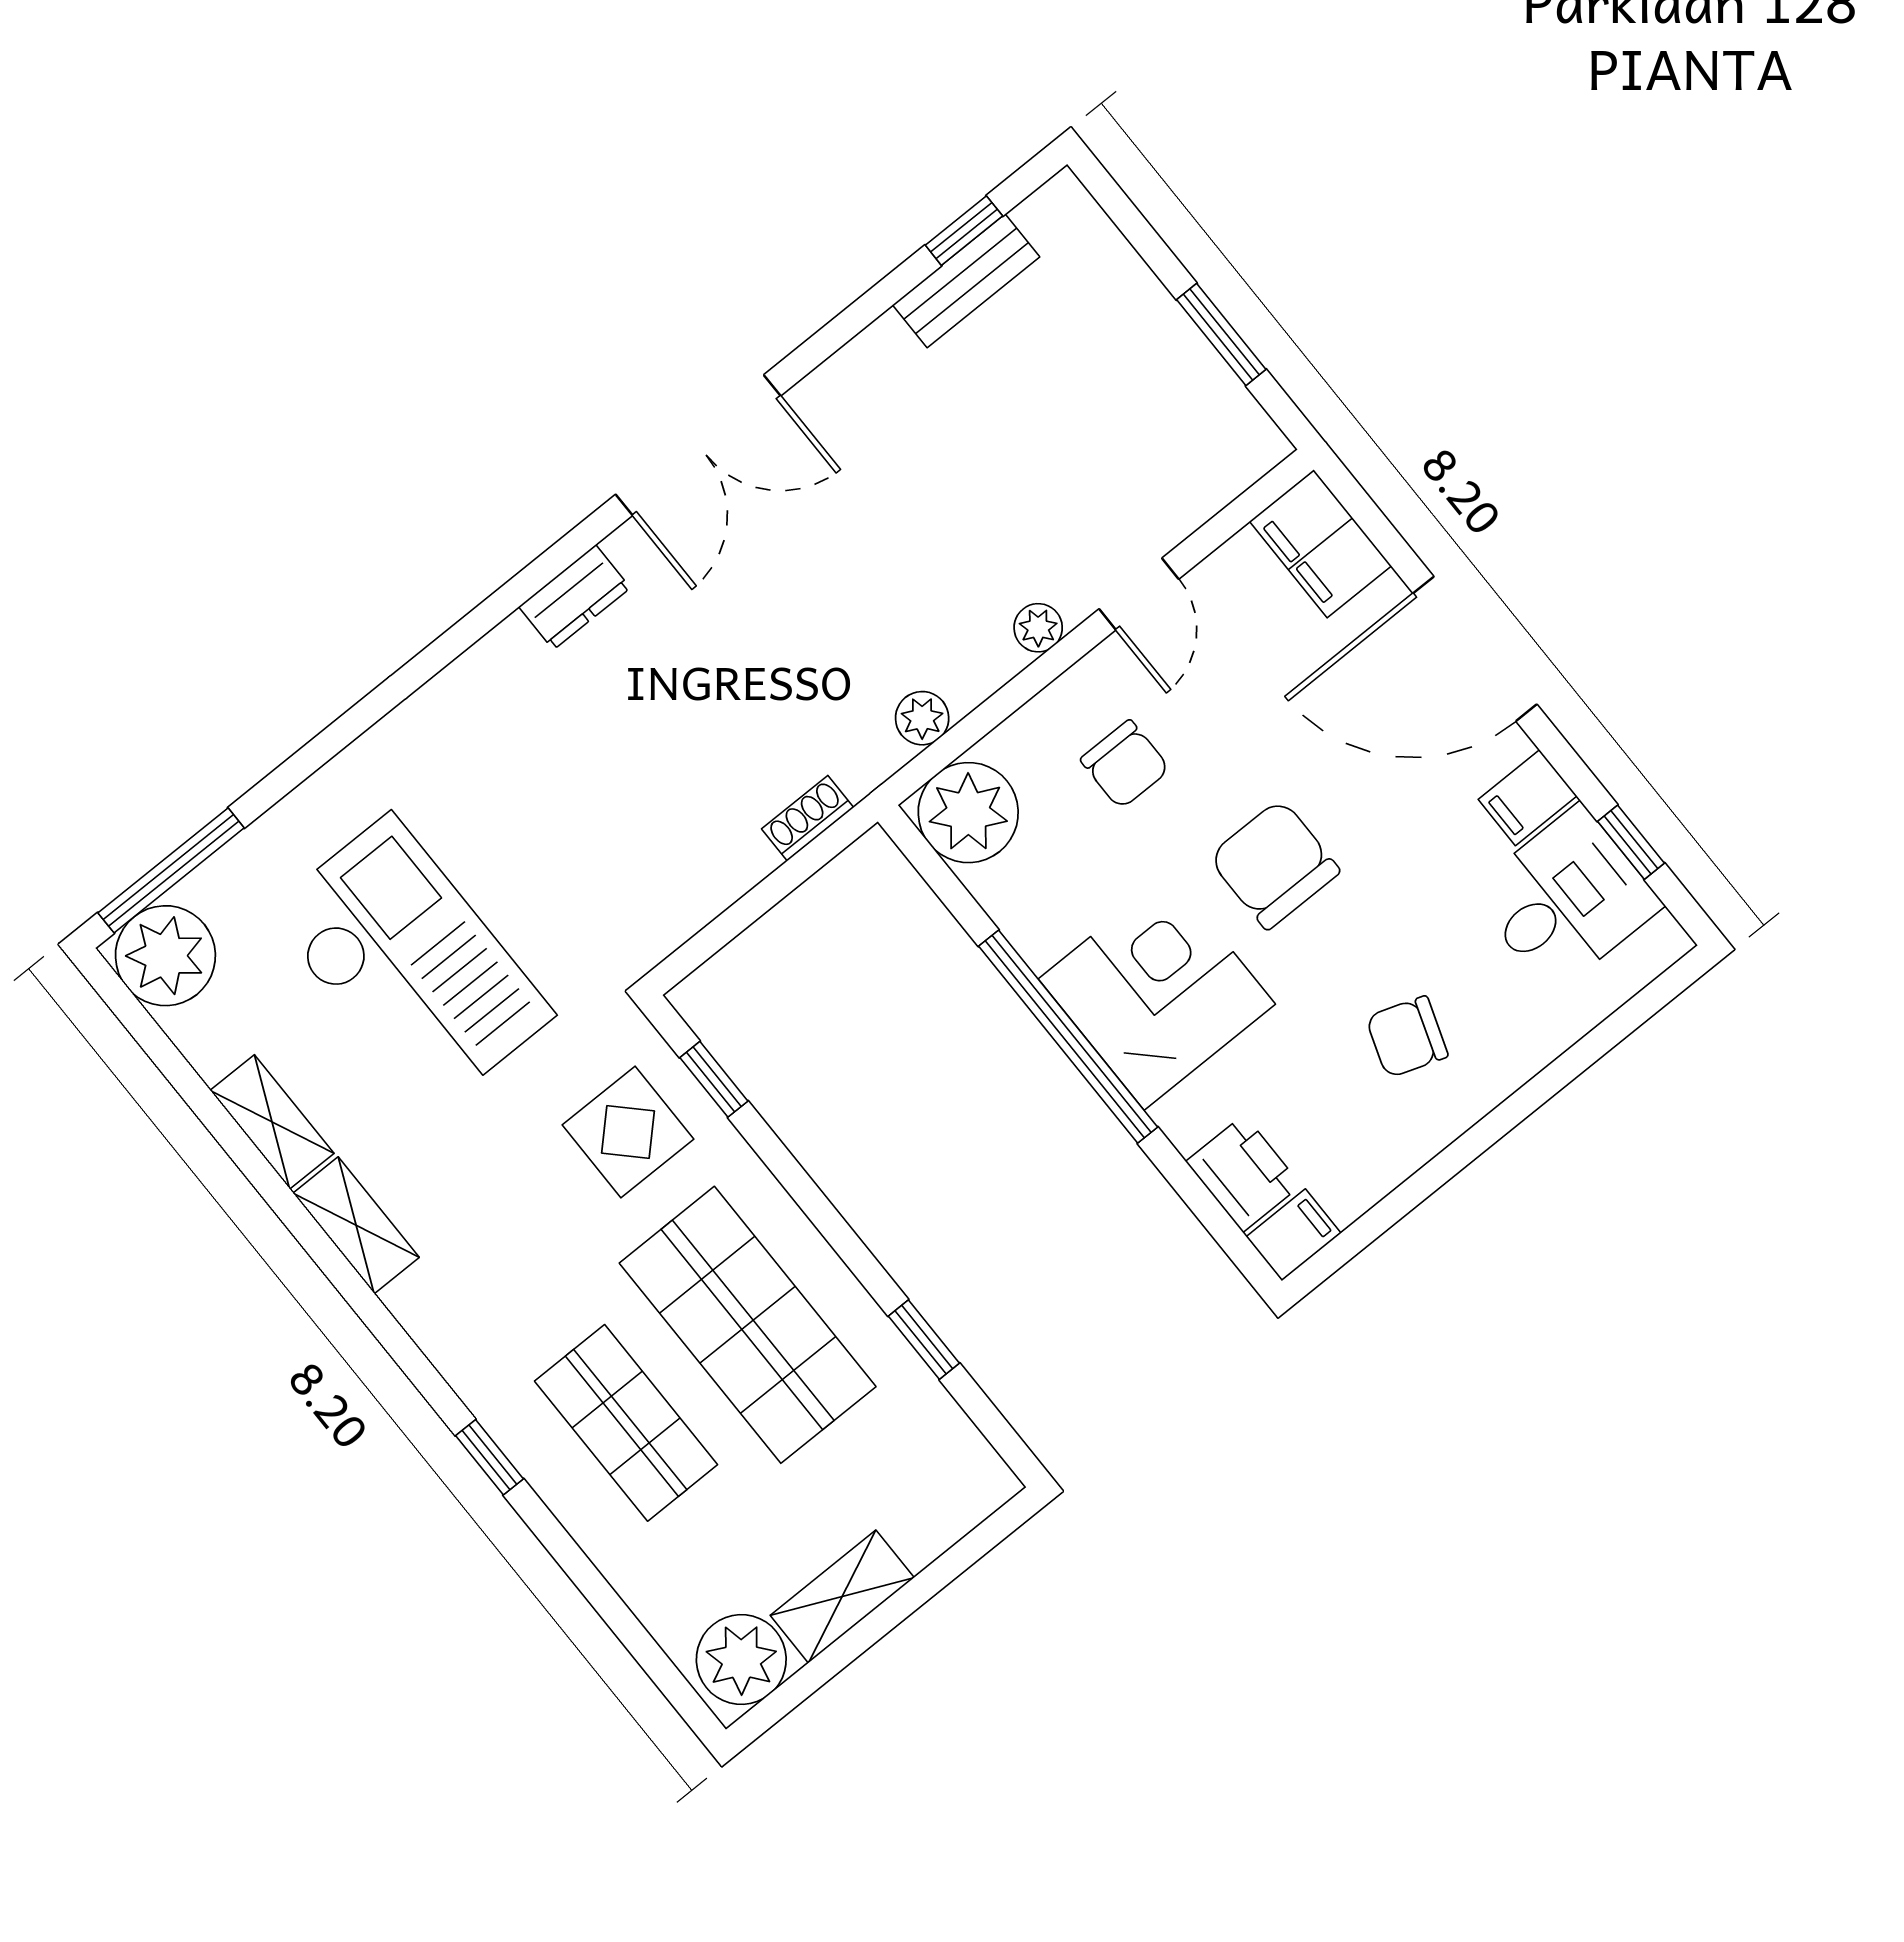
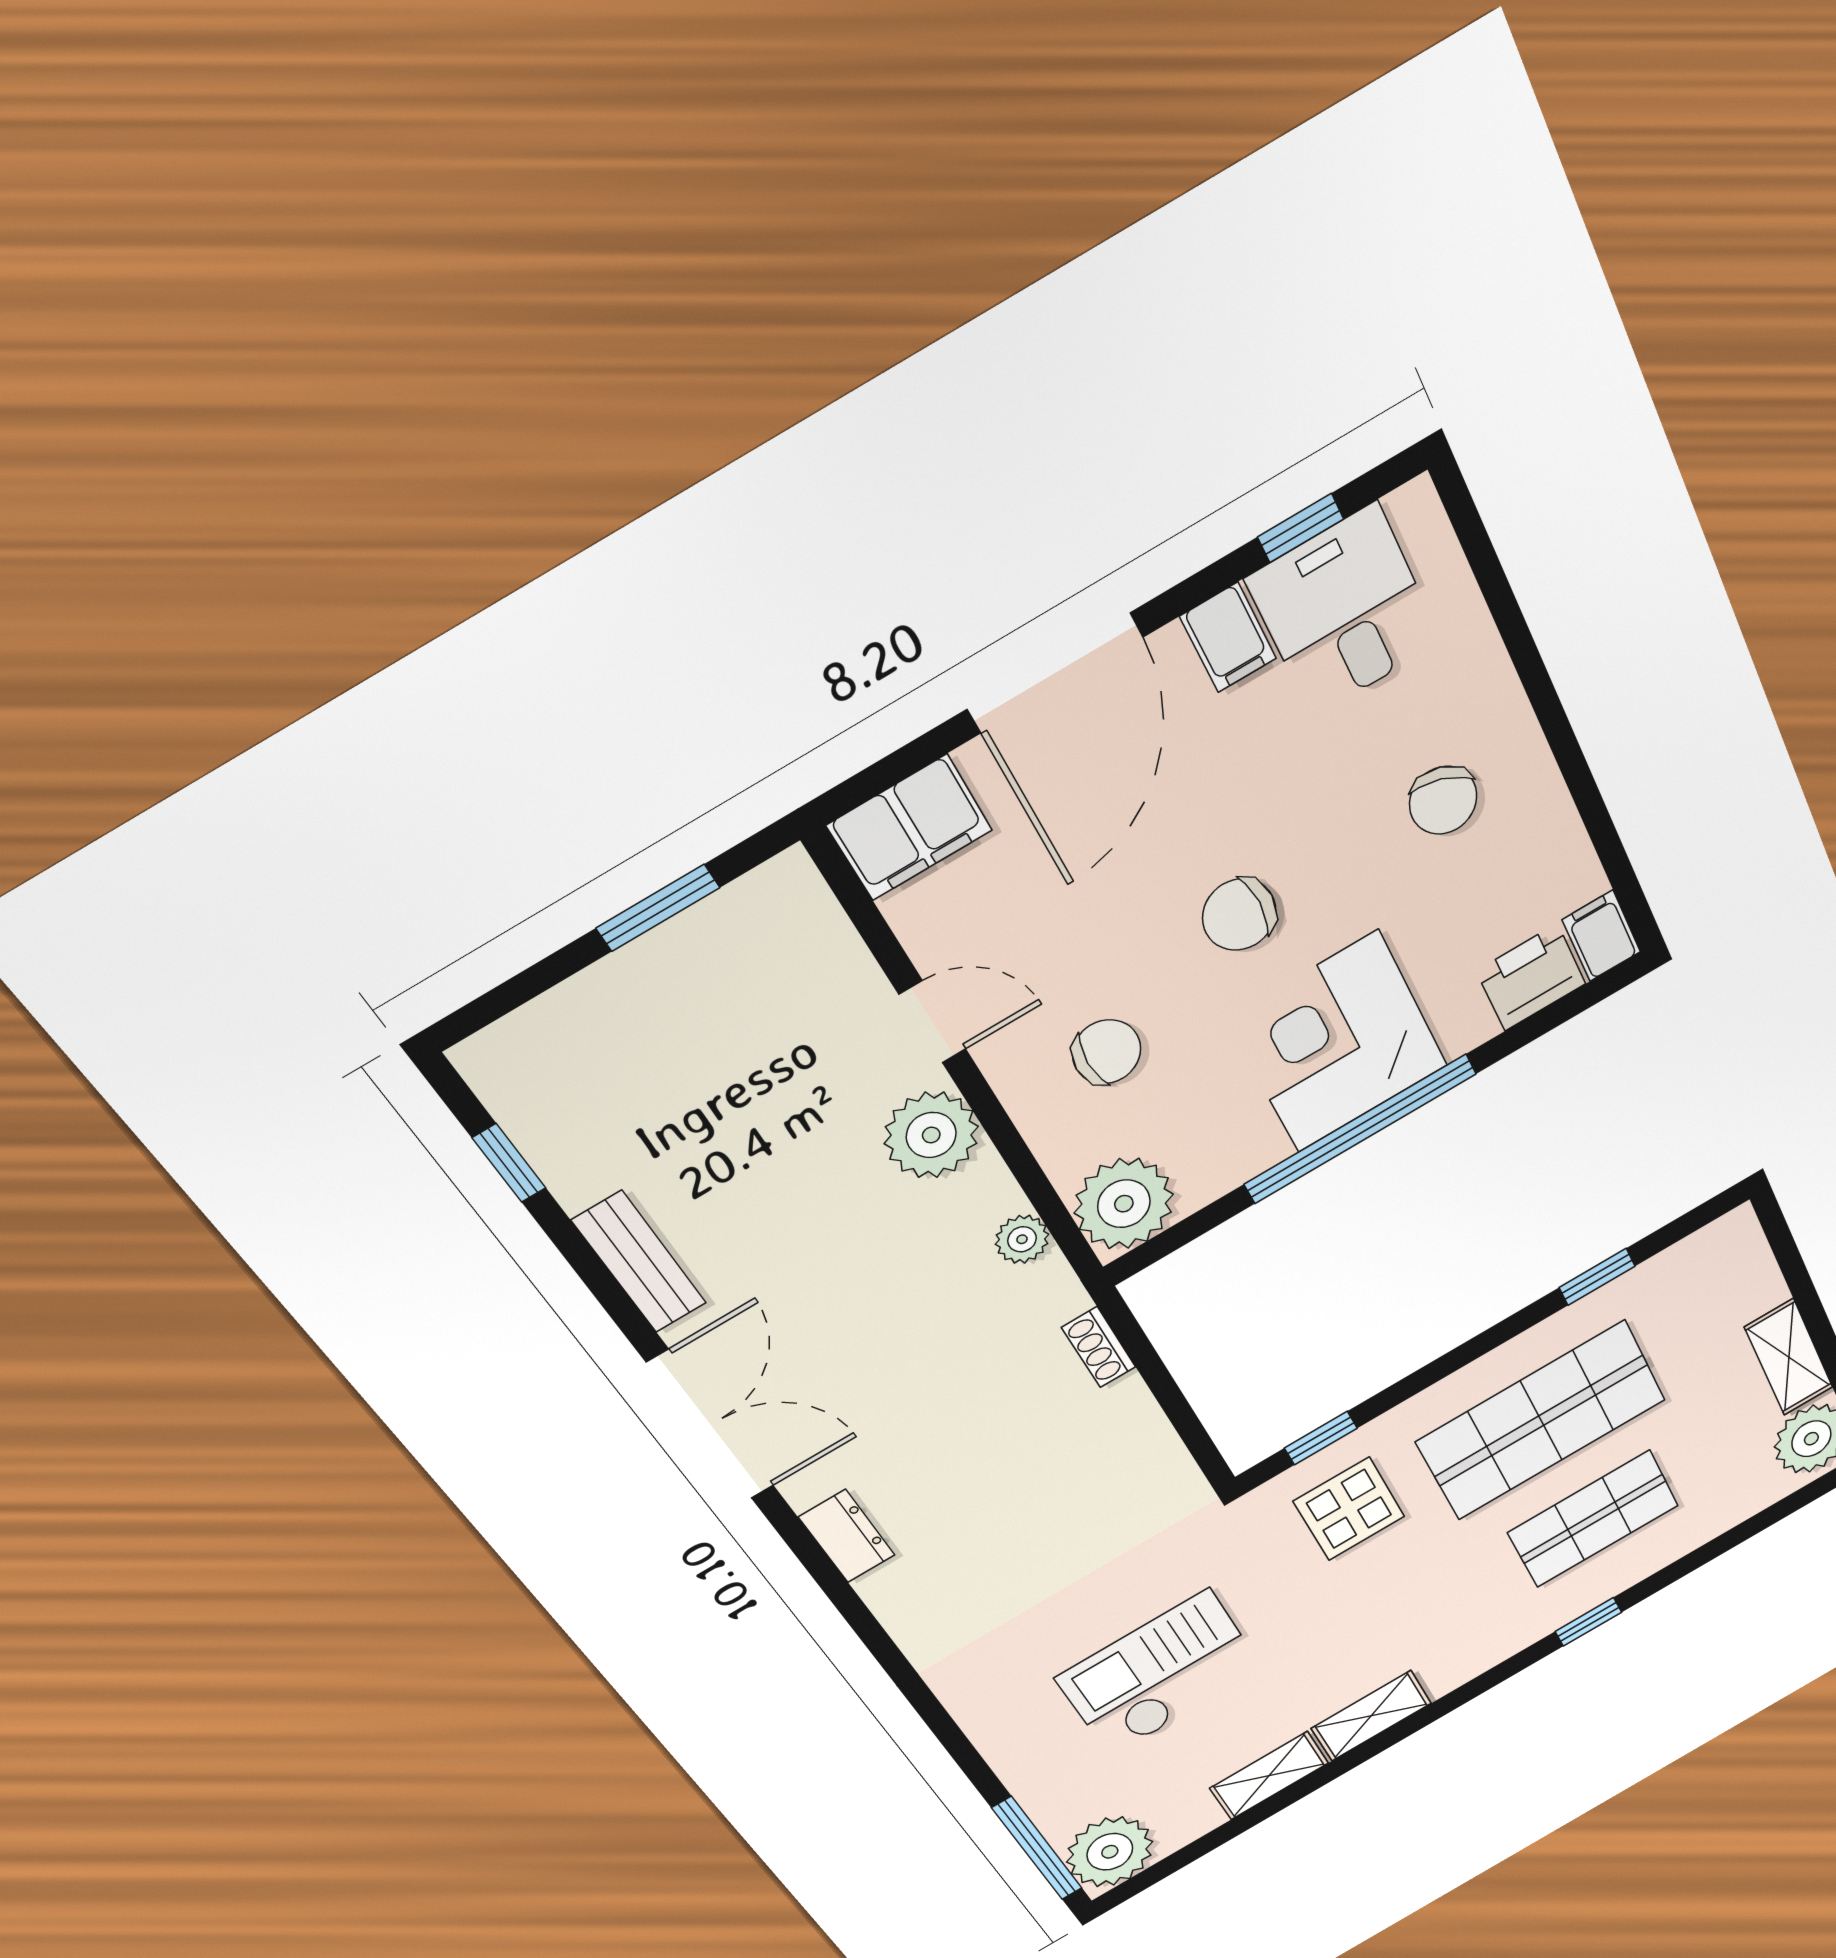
bench: (966, 281) -> (639, 1262), moved
plant: (1038, 628) -> (931, 1135), width x1.88, depth x1.88
chair: (1274, 864) -> (1239, 915), width x0.73, depth x0.73
checkout: (410, 964) -> (1160, 1673), width x0.73, depth x0.83

